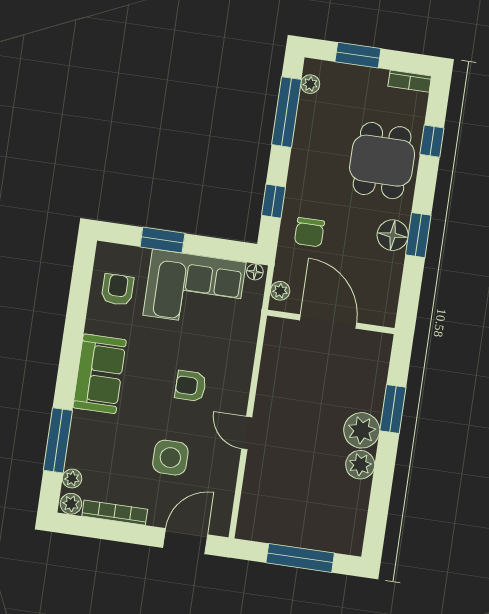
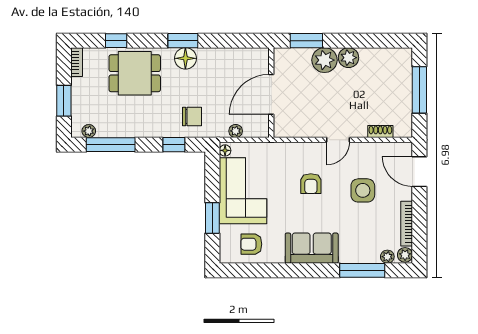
door: (328, 321) -> (271, 94), moved
wall: (331, 322) -> (271, 93), moved
shoe rack: (250, 494) -> (380, 132), added

